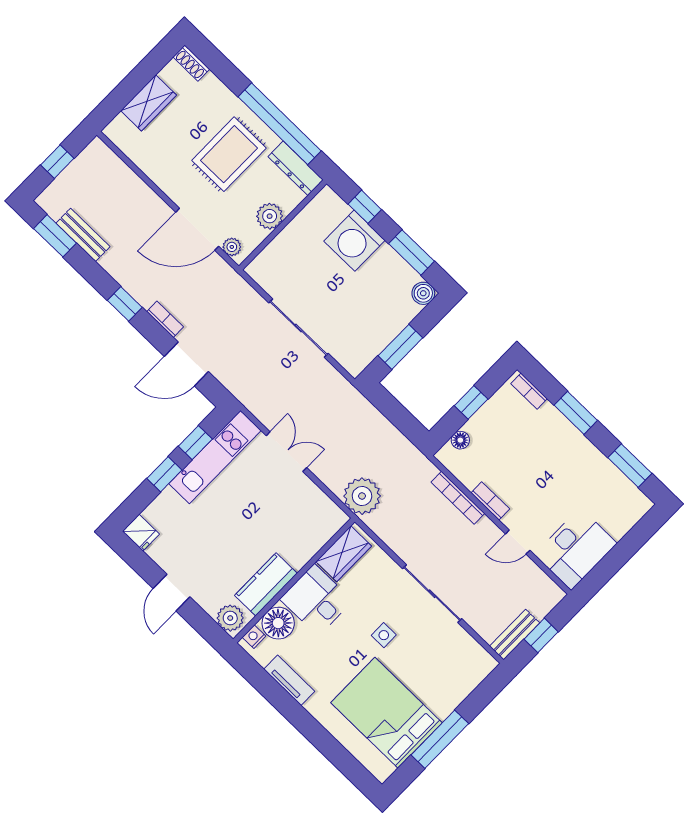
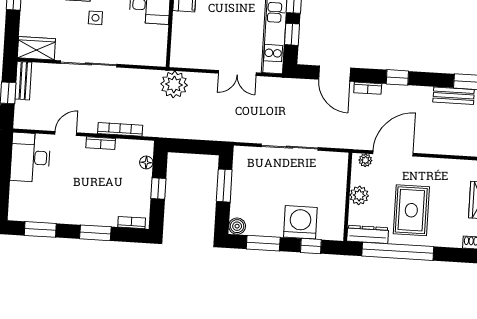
door: (186, 364) -> (335, 74), swing flipped
wardrobe: (344, 554) -> (36, 48), moved, turned 90

